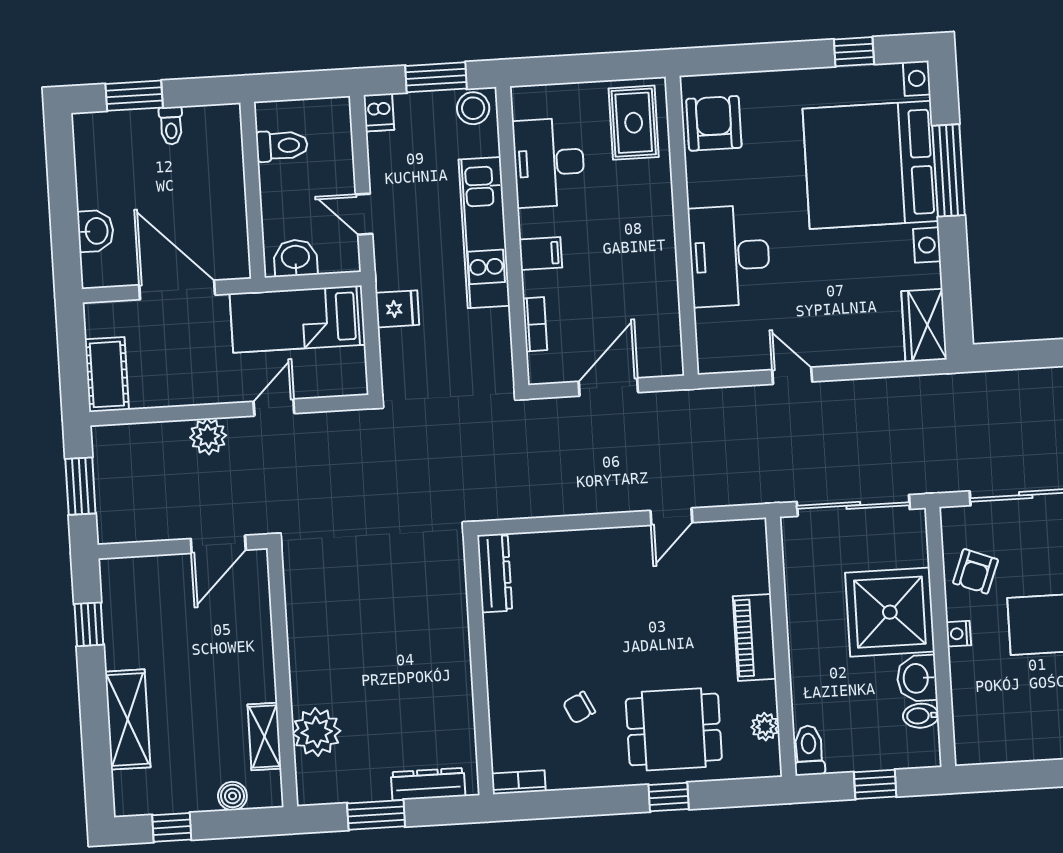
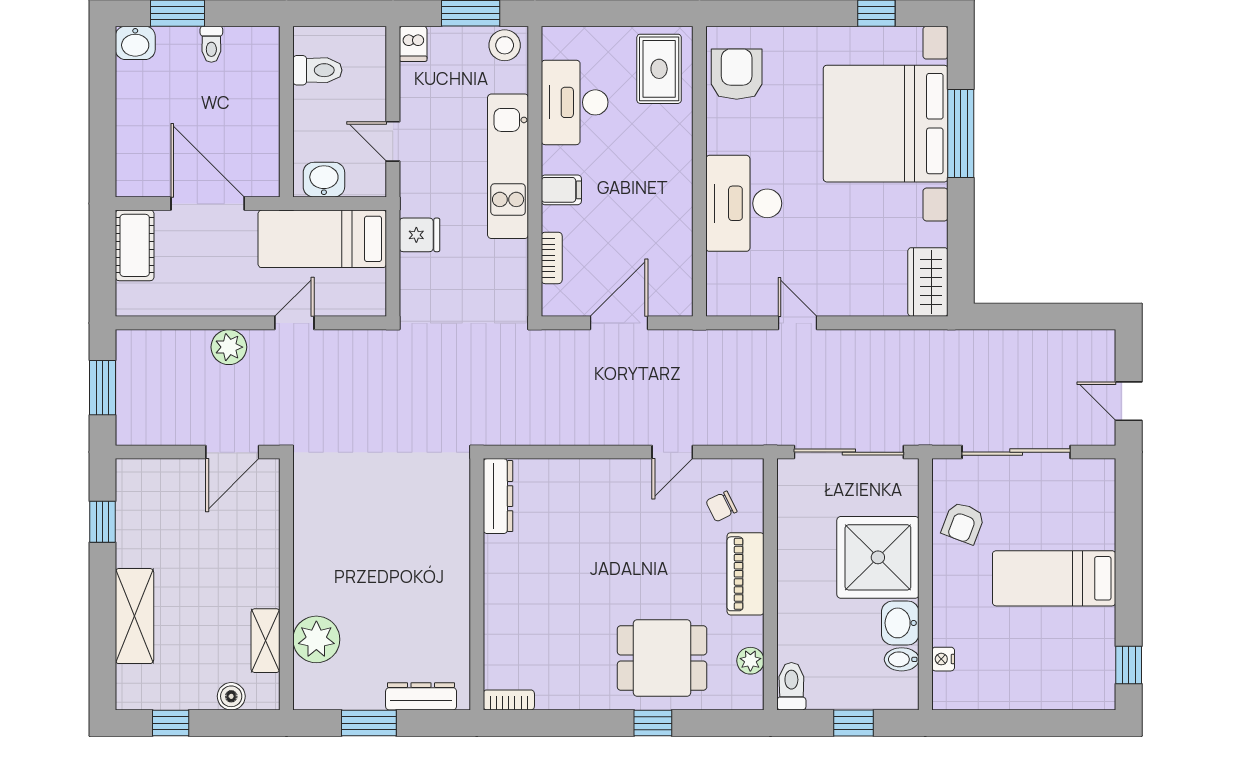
washbasin: (96, 231) -> (135, 43), moved, turned 90
cot: (107, 374) -> (135, 245), moved
nightstand: (959, 634) -> (943, 659), moved
chair: (579, 708) -> (721, 506), moved

